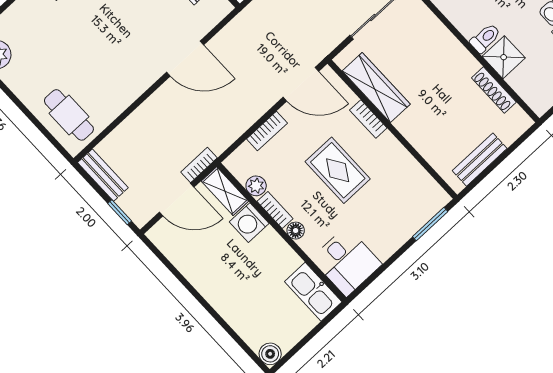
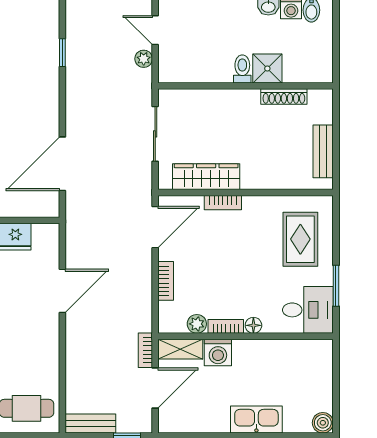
rug: (338, 170) -> (300, 239), moved, turned 90
window: (430, 224) -> (336, 286), moved
kitchen sink: (313, 292) -> (256, 420), moved, turned 180

